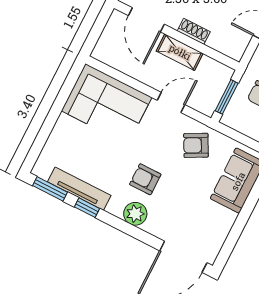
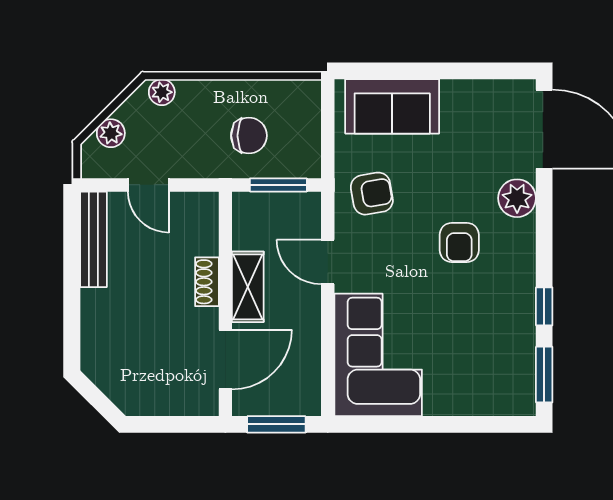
window: (97, 30) -> (276, 424), added
armchair: (196, 145) -> (372, 194), turned -72
tv unit: (79, 189) -> (522, 332), removed
plant: (135, 214) -> (517, 198), moved

